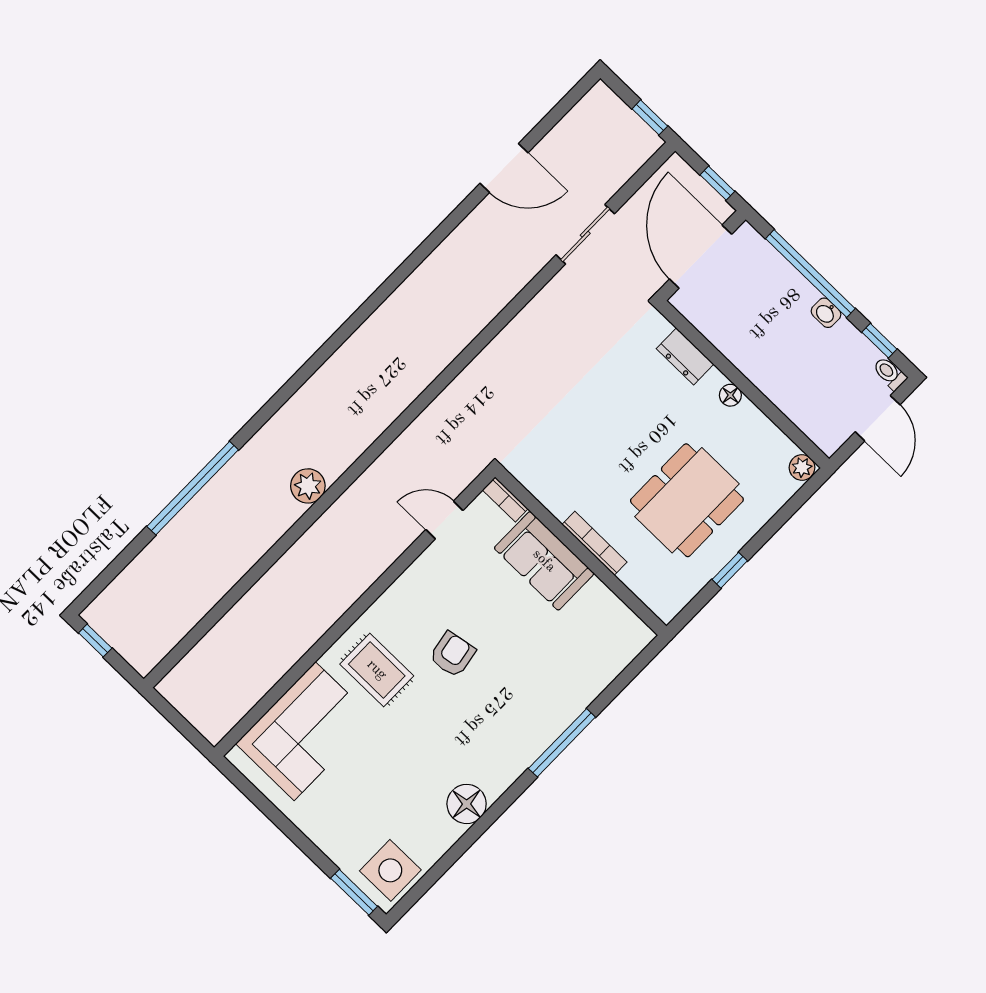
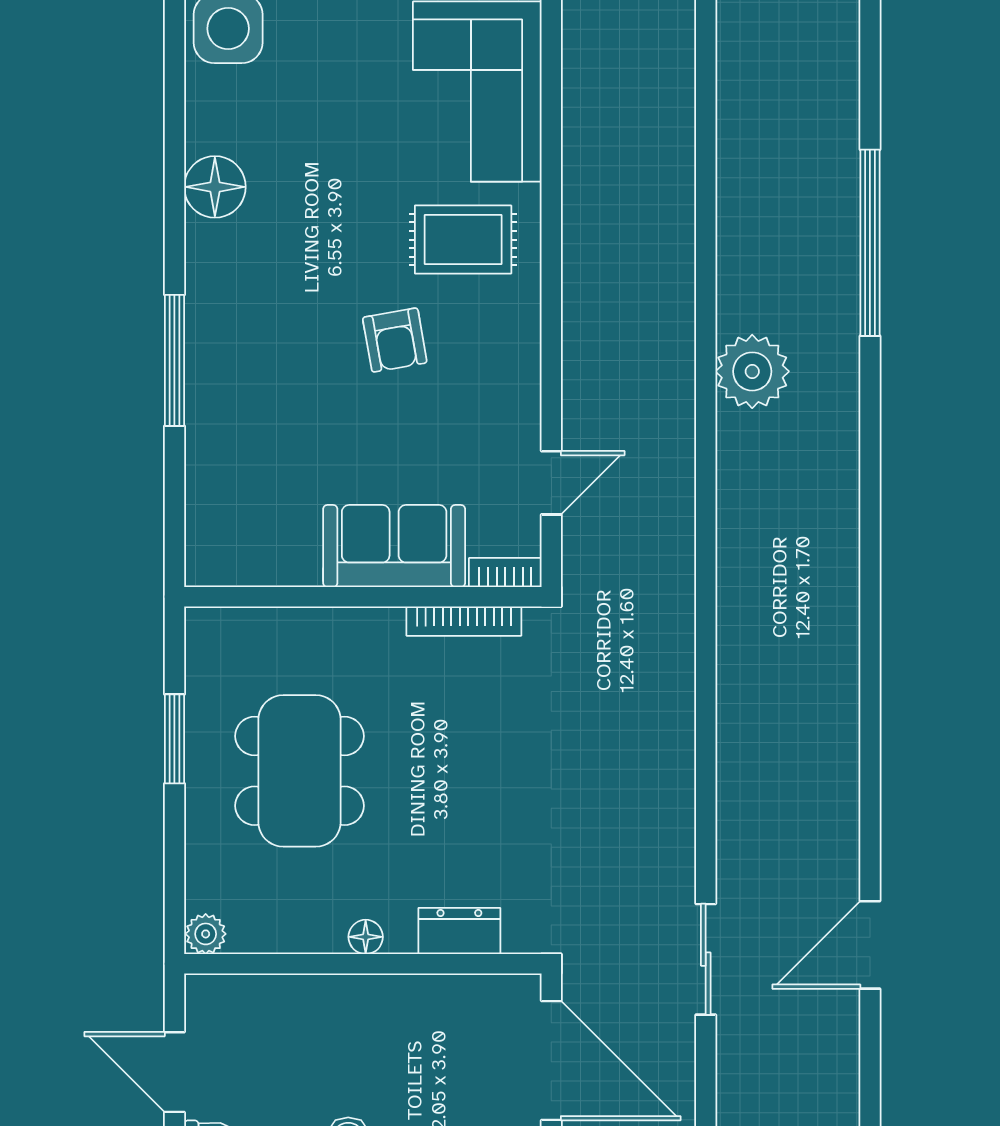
plant: (308, 486) -> (752, 371), width x1.36, depth x1.36
bookcase: (595, 543) -> (464, 621), moved
window: (730, 570) -> (174, 739), width x1.50

